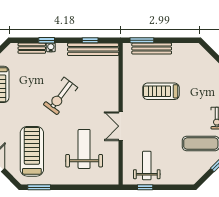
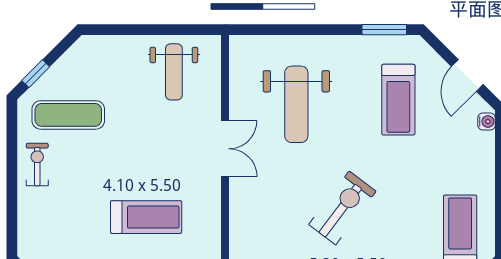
treadmill: (32, 151) -> (398, 100), width x0.73, depth x0.73
window: (145, 187) -> (177, 30), removed

